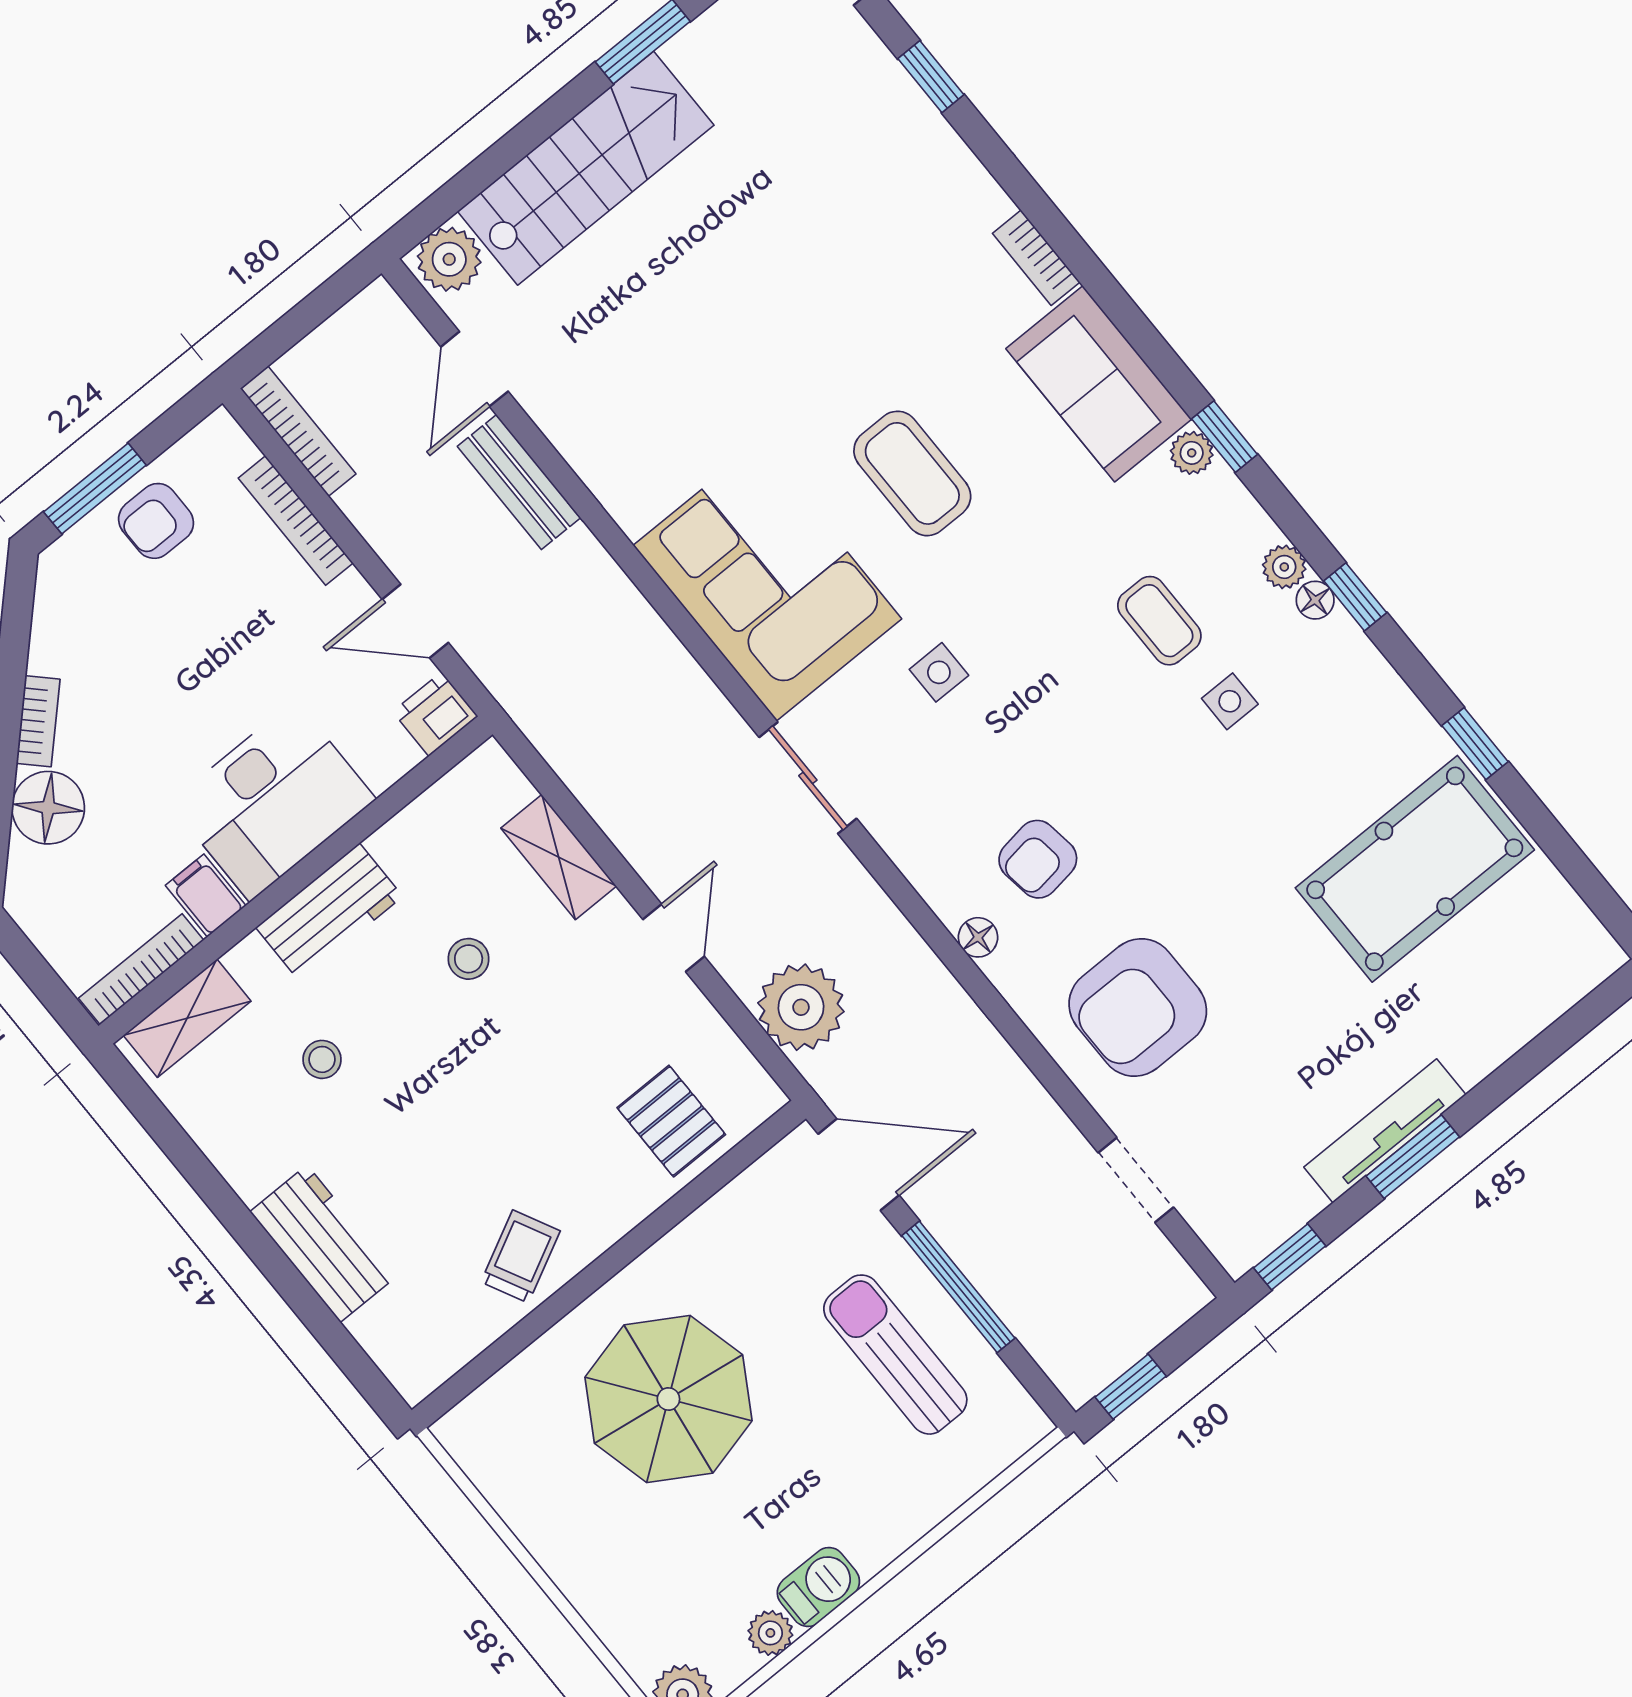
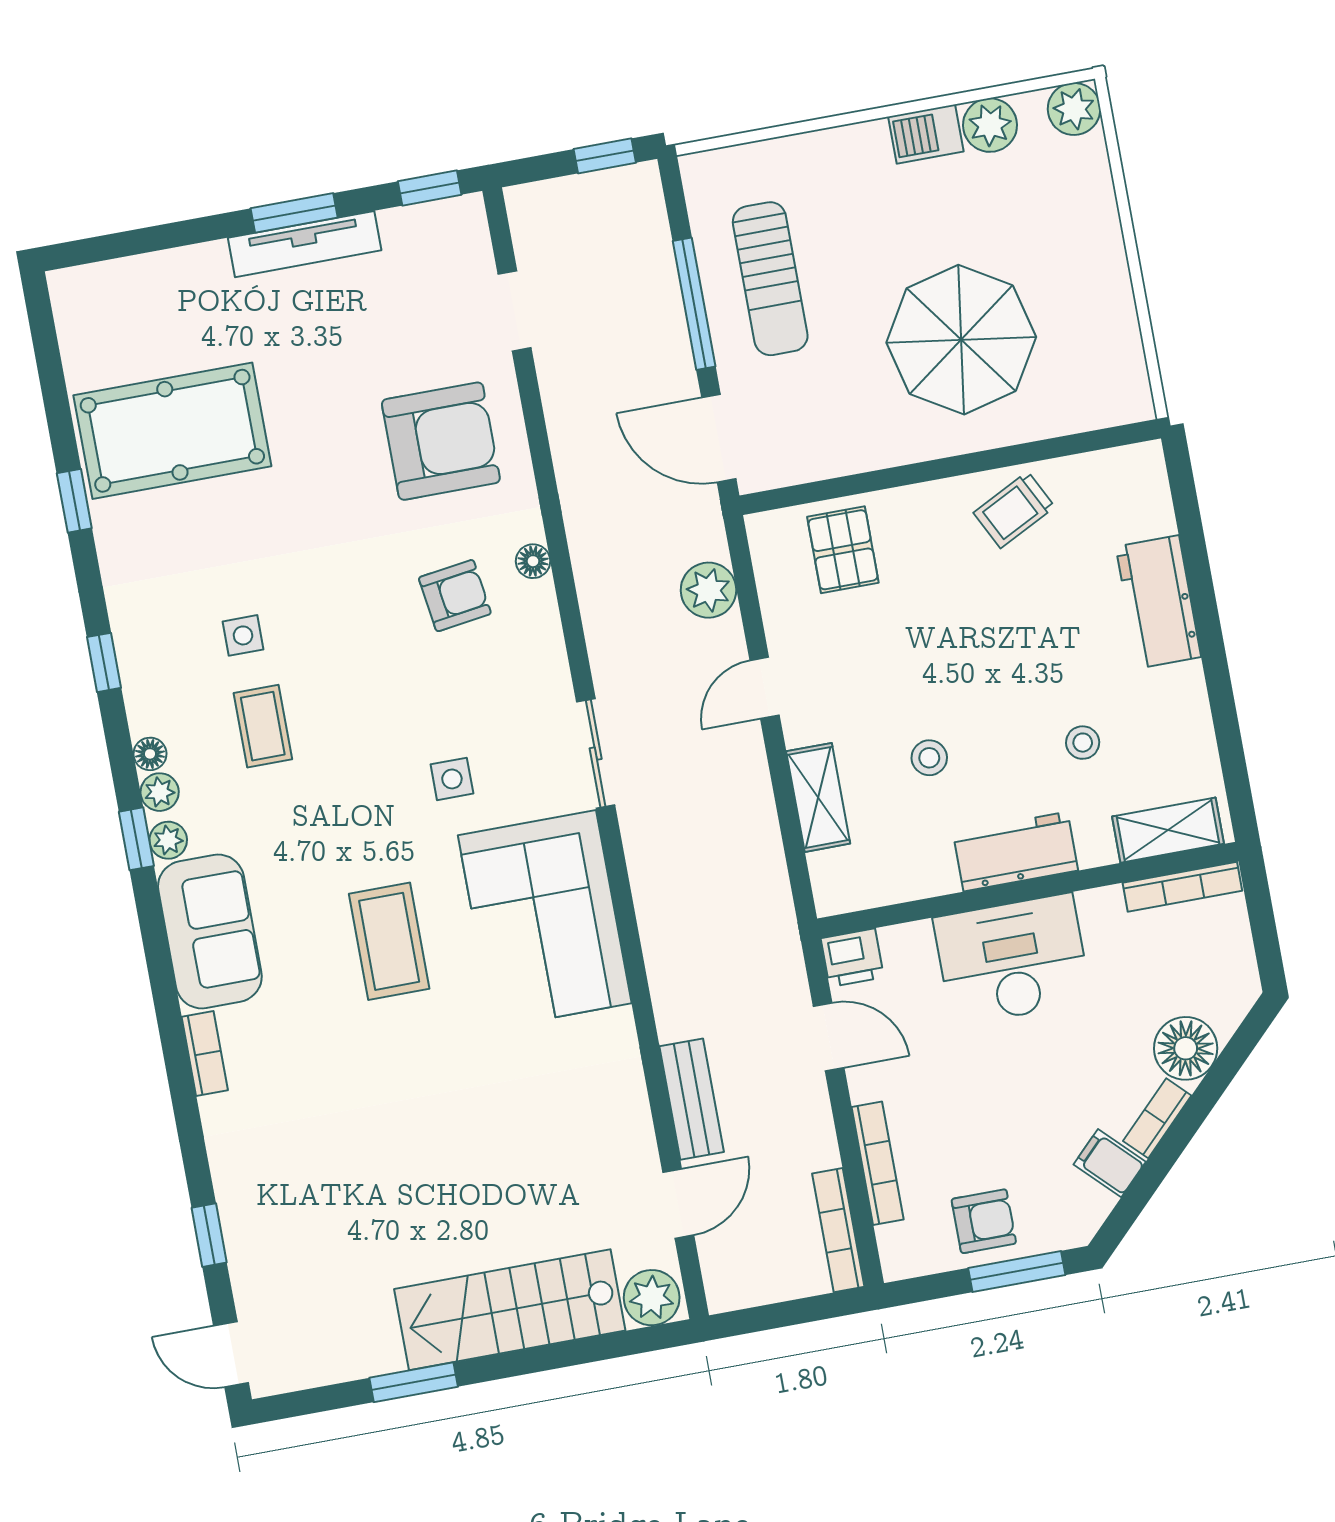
plant: (1284, 567) -> (160, 792), moved
floor lamp: (1315, 600) -> (150, 754), moved
filing cabinet: (206, 896) -> (1110, 1163), moved, turned 135
plant: (801, 1007) -> (708, 590), width x0.73, depth x0.73
plant: (770, 1633) -> (990, 125), width x1.38, depth x1.38

